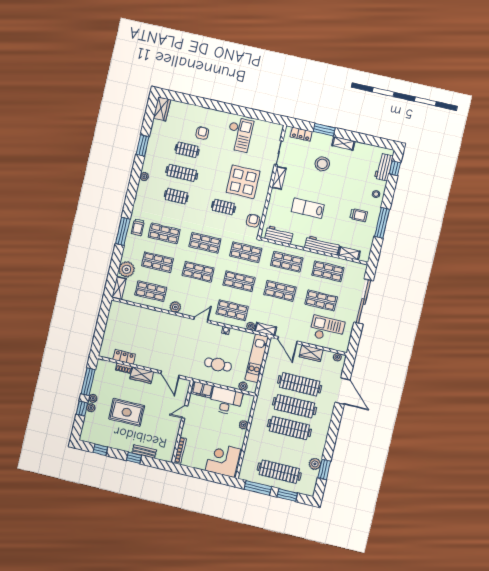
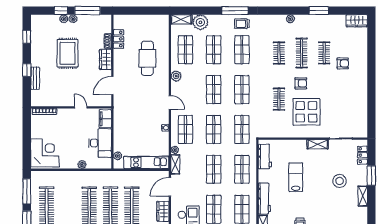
checkout: (239, 135) -> (349, 98), removed
armchair: (253, 221) -> (301, 83), moved
cafe table: (218, 364) -> (147, 58), moved, width x1.37, depth x1.35

